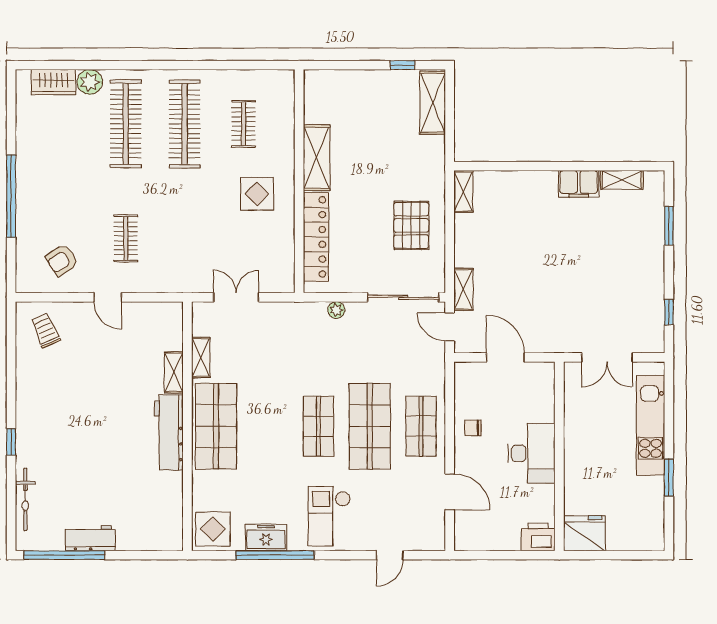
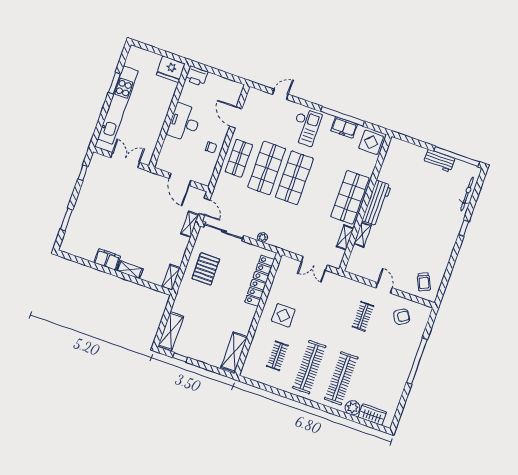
shelving: (317, 158) -> (234, 352), moved
shelving: (622, 180) -> (130, 270), moved
kitchen unit: (650, 425) -> (118, 105), width x1.36
shop shelf: (318, 426) -> (294, 178), width x1.43, depth x1.36

